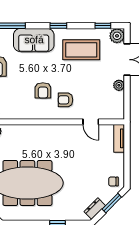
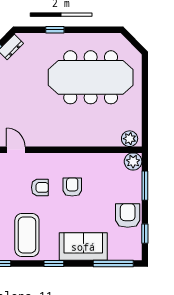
coffee table: (81, 50) -> (27, 235), turned 90
armchair: (66, 100) -> (40, 187), moved

